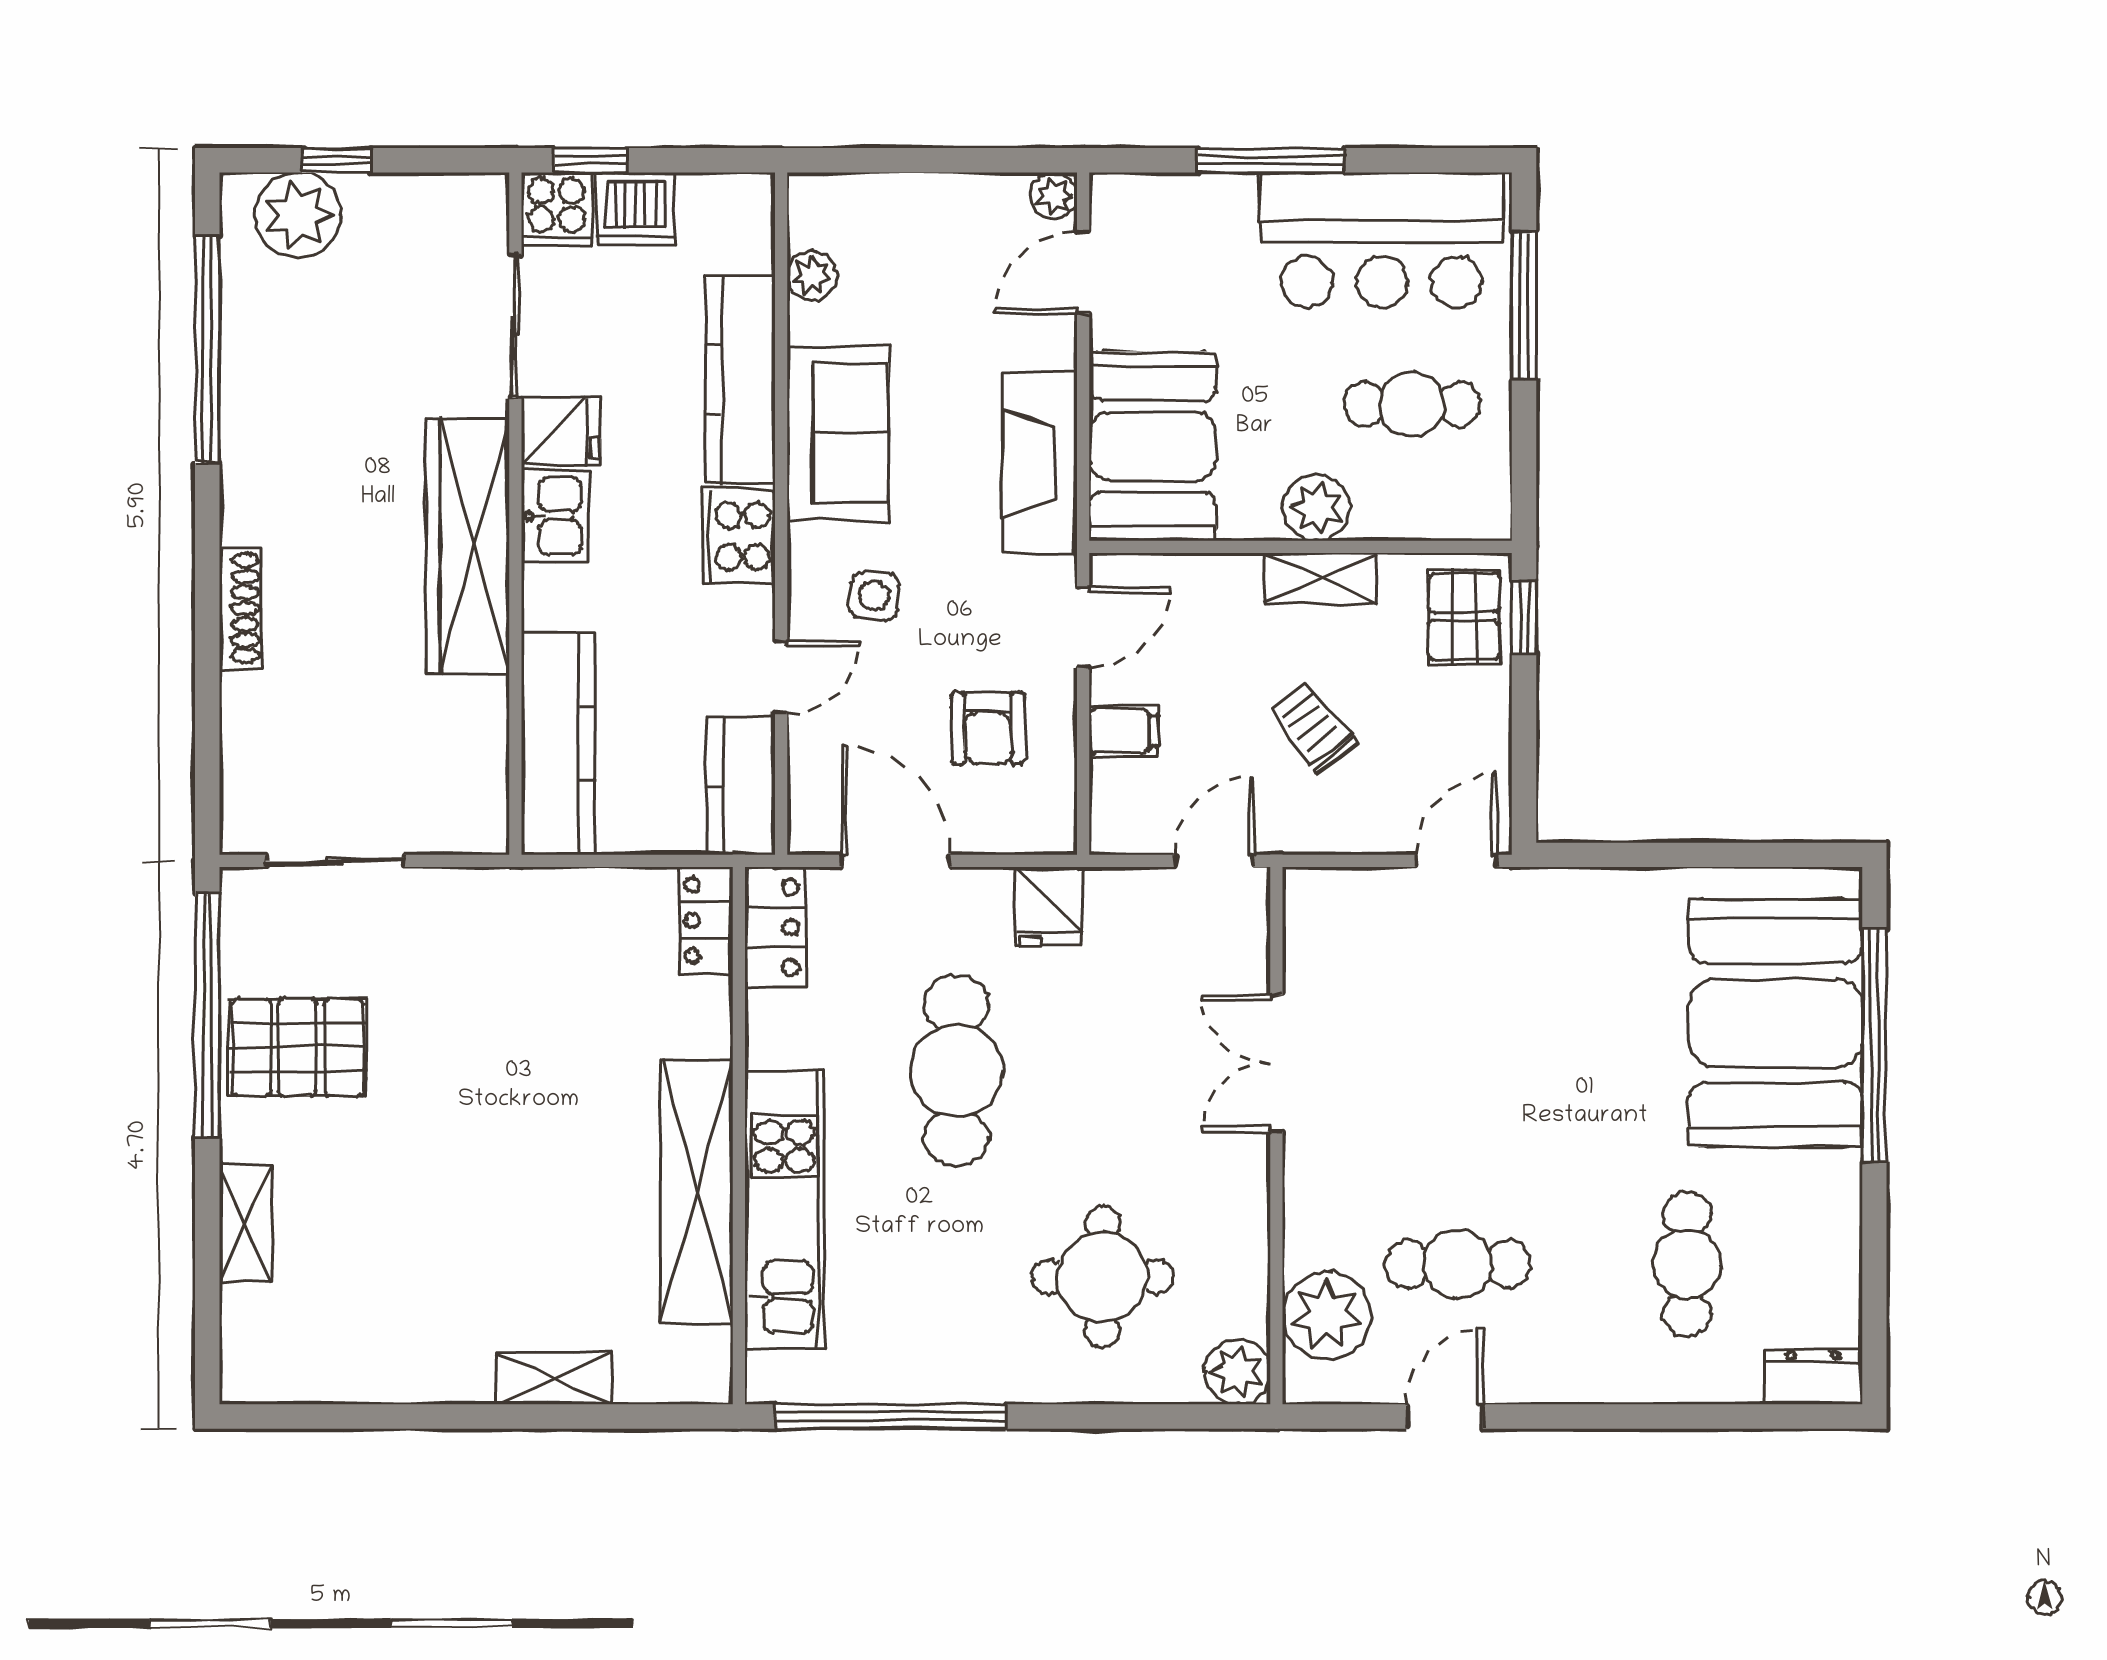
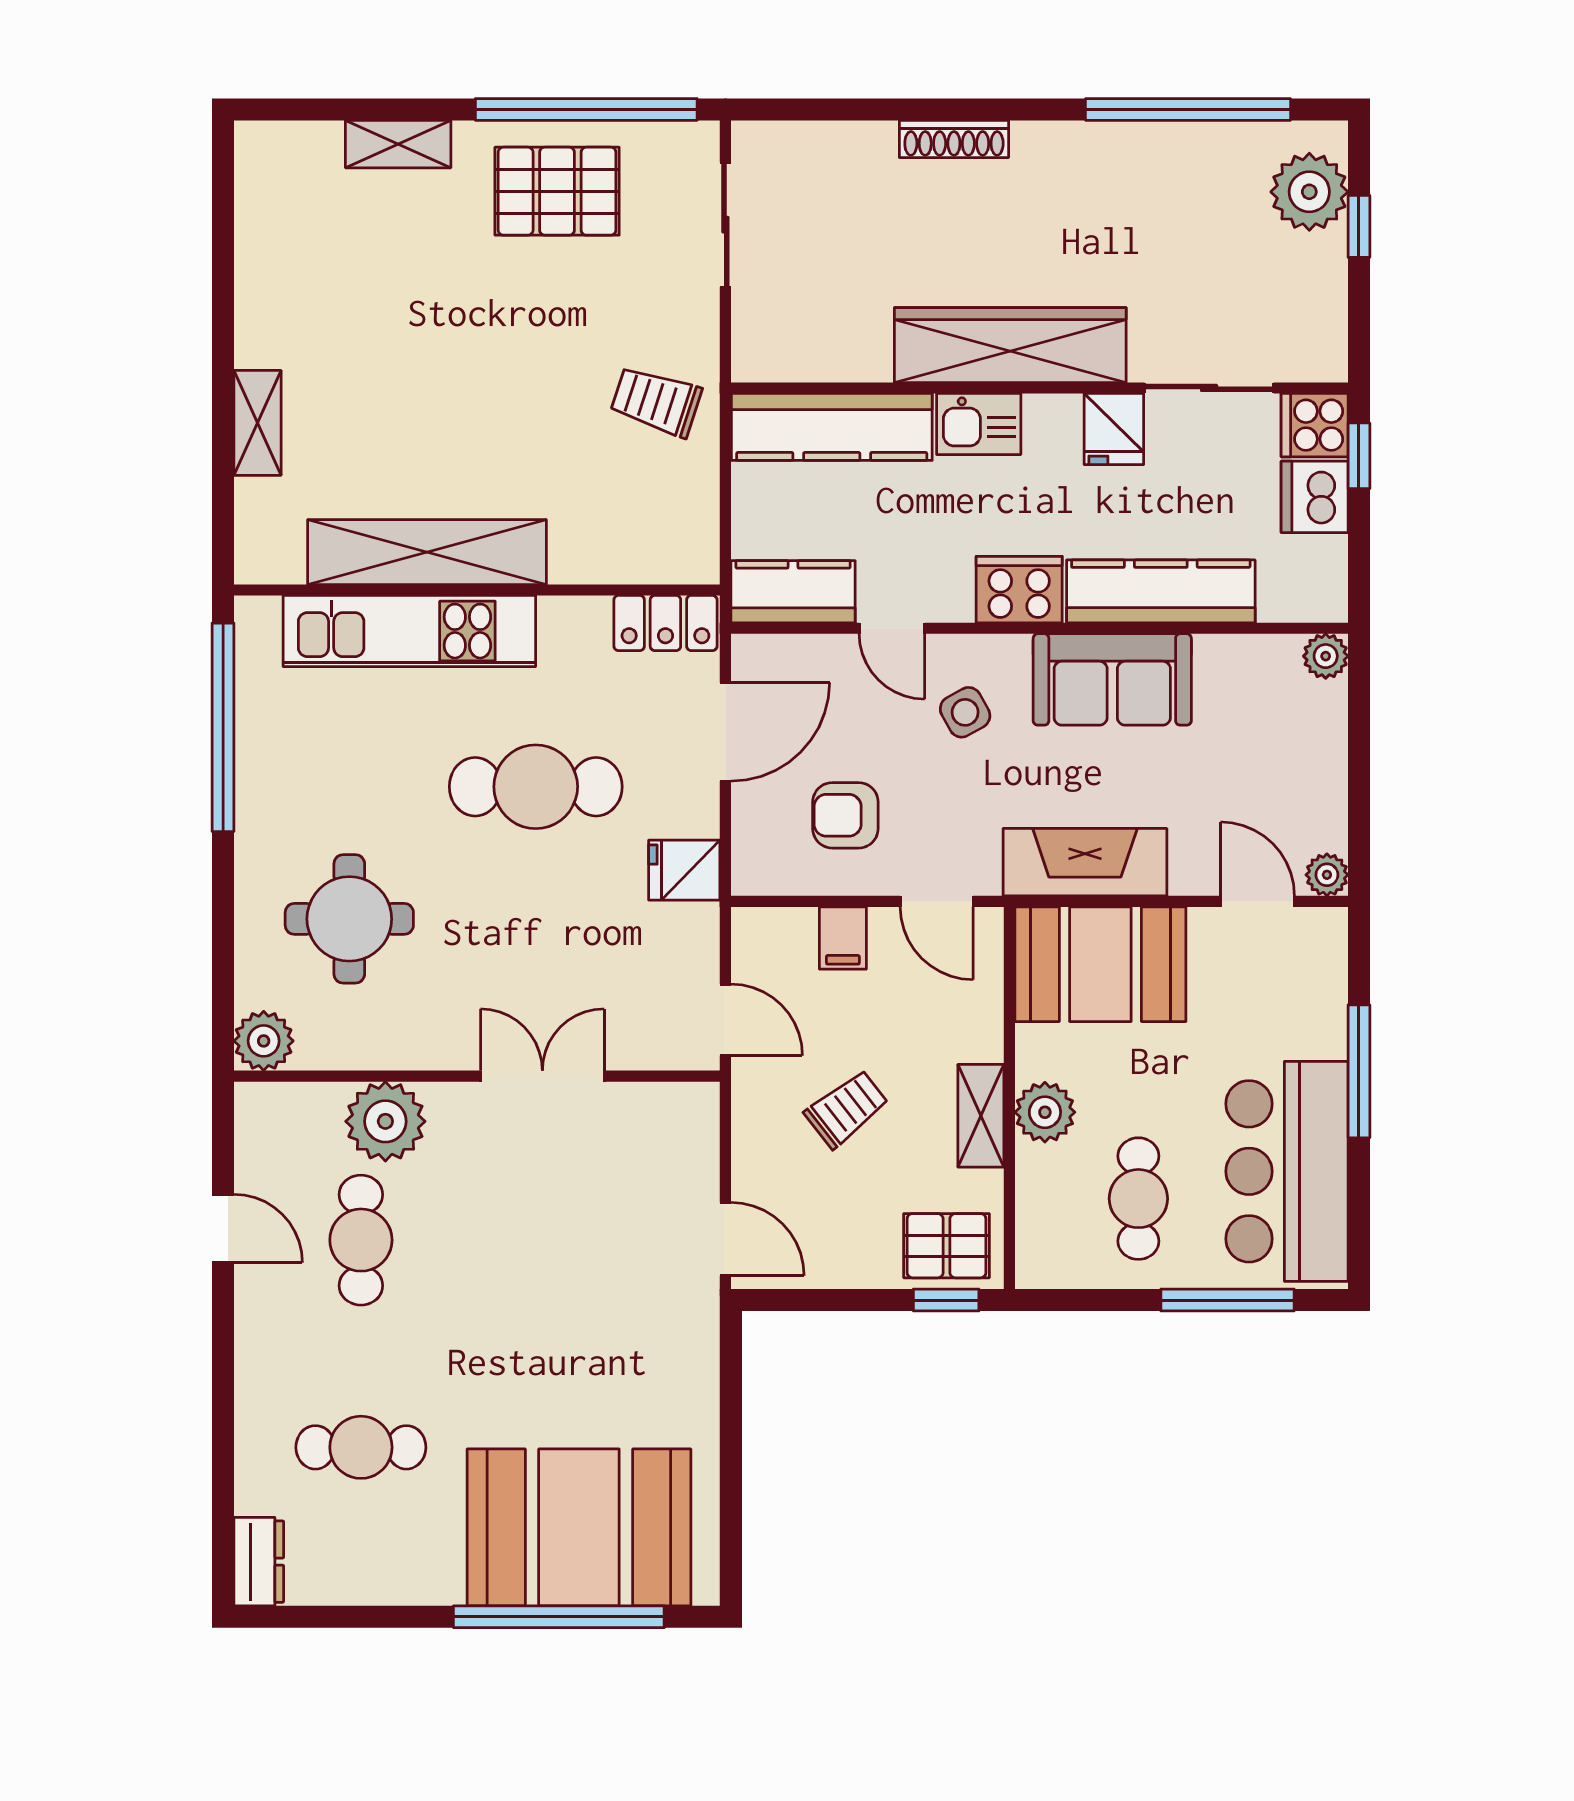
plant: (812, 276) -> (1326, 656), moved
kitchen sink: (555, 516) -> (979, 424), moved
side table: (874, 596) -> (965, 712), turned -35
locker: (706, 920) -> (672, 560), removed
trolley: (530, 938) -> (656, 401), added
pallet: (298, 1047) -> (557, 191), turned 90
plant: (1326, 1315) -> (385, 1121), moved

